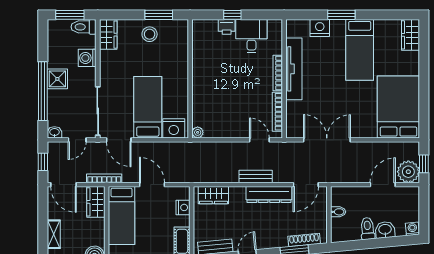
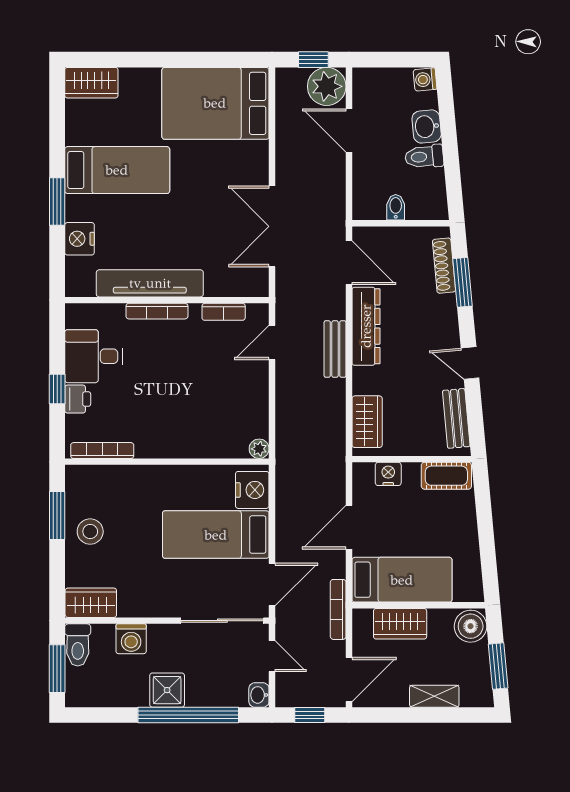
bookcase: (197, 41) -> (102, 451), added
bookcase: (277, 112) -> (224, 312), width x0.64
wardrobe: (96, 202) -> (400, 624), moved

